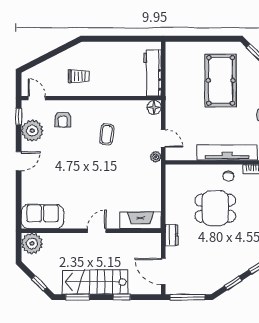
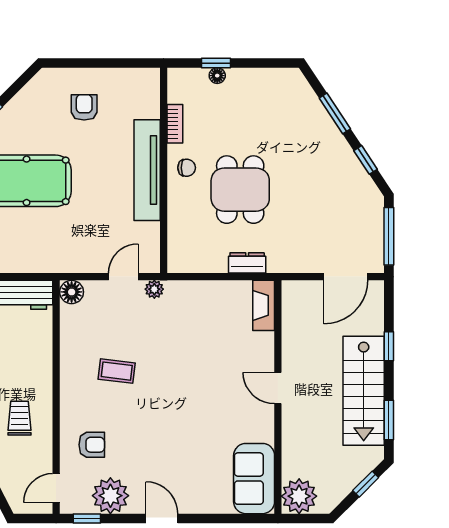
fireplace: (140, 220) -> (264, 305), width x0.73, depth x0.76
dresser: (171, 235) -> (247, 263), moved

